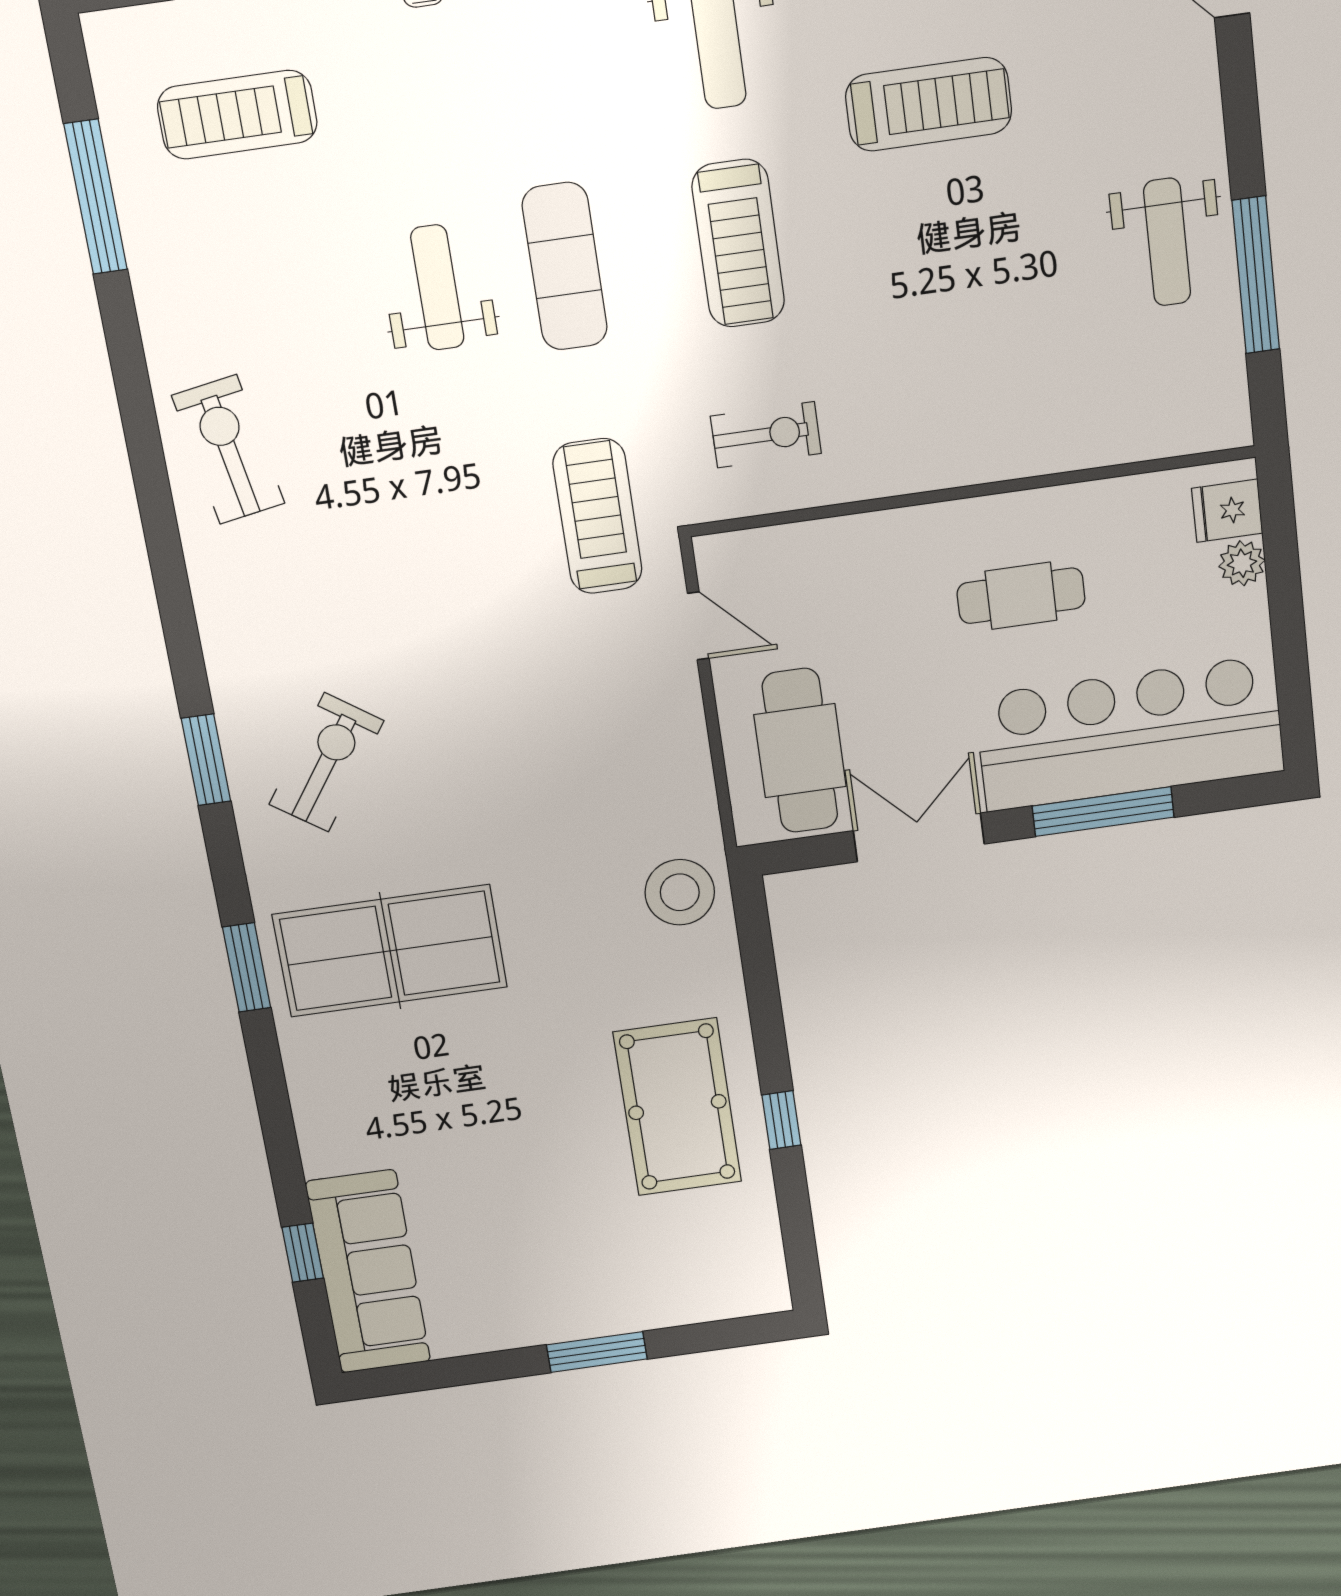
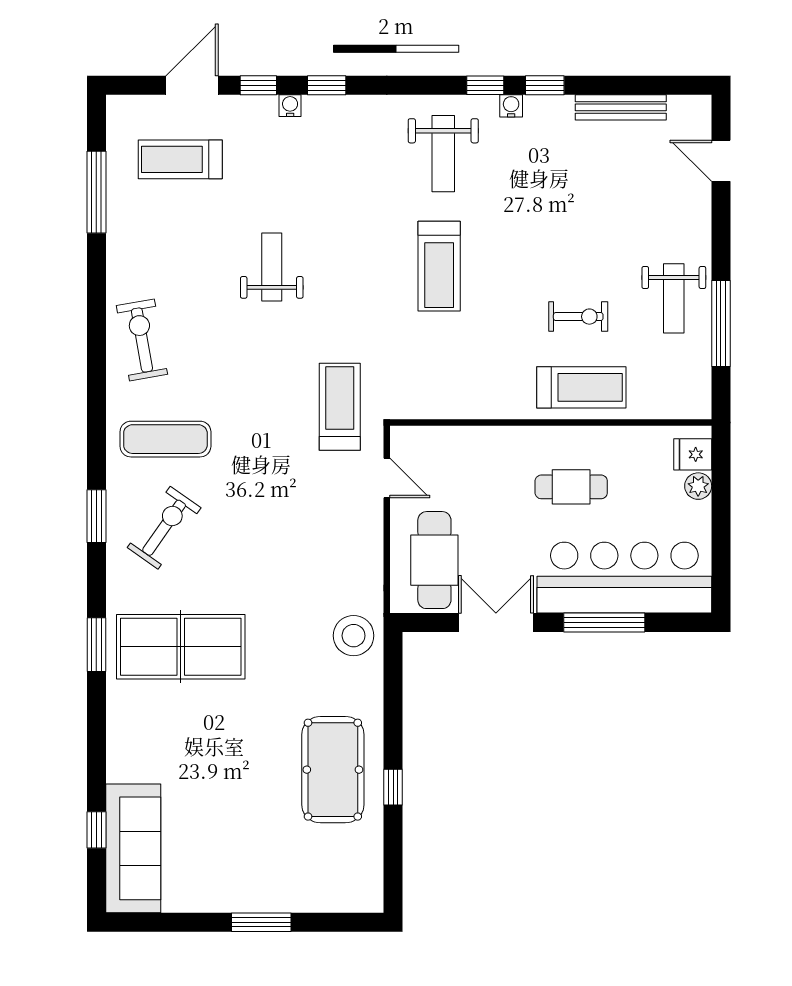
treadmill: (929, 104) -> (581, 387), moved
exercise mat: (565, 266) -> (165, 439), moved, turned 90
exercise bike: (766, 435) -> (578, 317), moved

